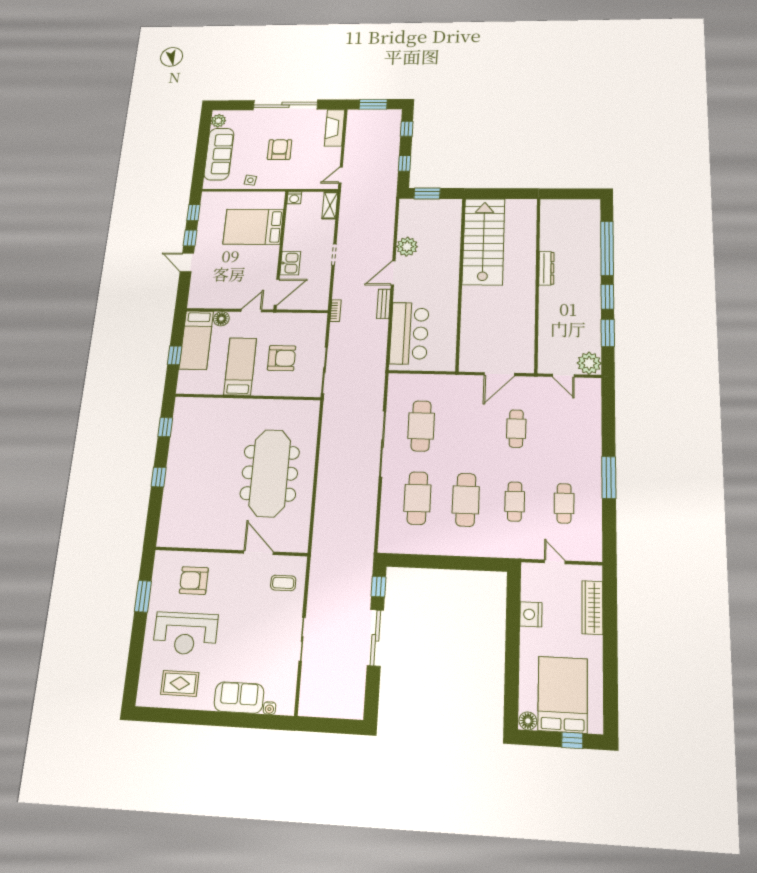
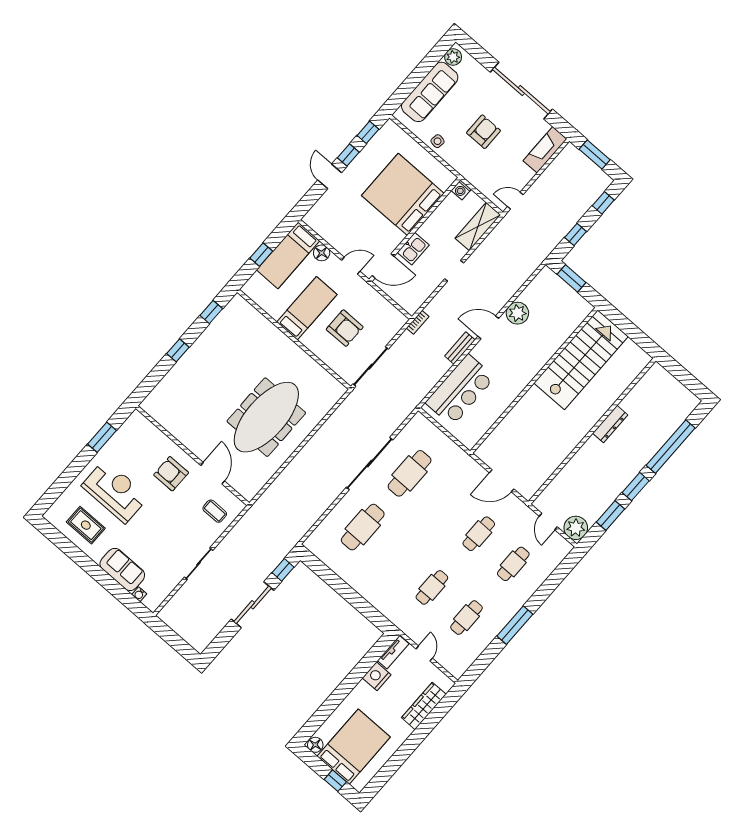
shelving: (330, 205) -> (478, 227), width x1.50, depth x1.33
bed: (253, 227) -> (403, 194), width x1.36
cafe table: (466, 500) -> (513, 564), moved, width x0.73, depth x0.74
armchair: (194, 581) -> (171, 474), moved
tv unit: (528, 582) -> (393, 652), added
reception desk: (185, 633) -> (115, 491), turned 180

